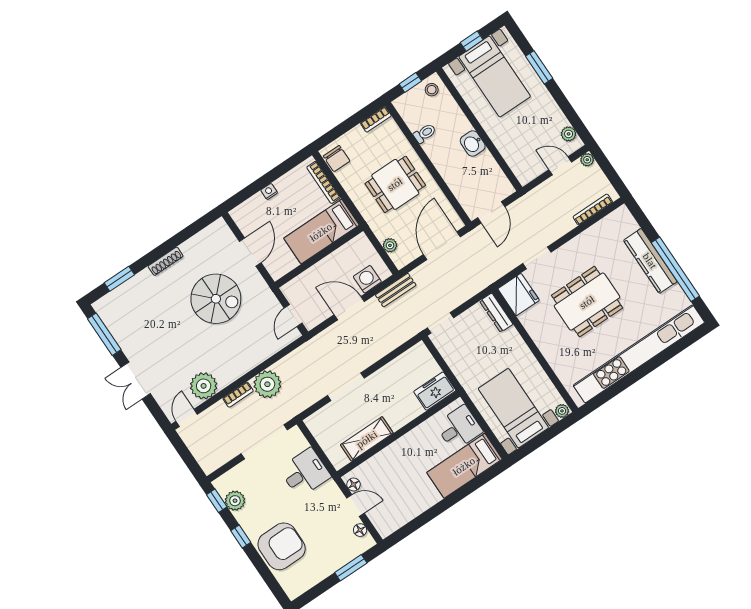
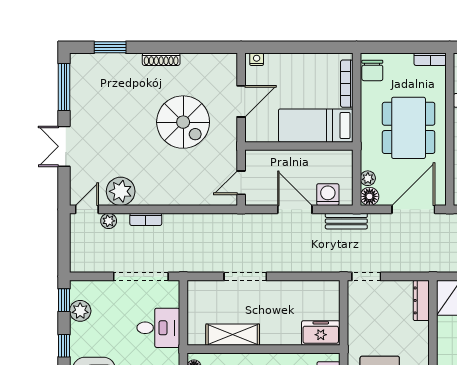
dining table: (395, 184) -> (409, 128), width x1.38
nightstand: (269, 191) -> (257, 59), moved
floor lamp: (401, 259) -> (369, 196), added
plant: (267, 384) -> (109, 221), moved, width x0.53, depth x0.53

